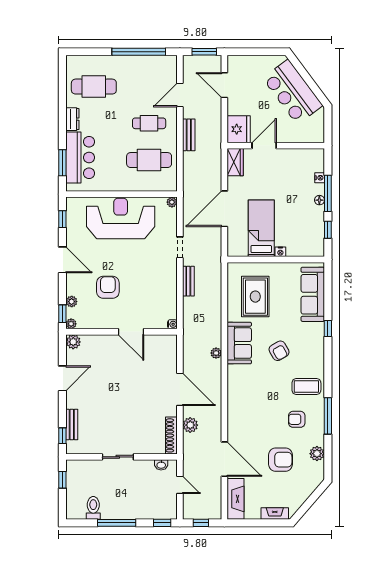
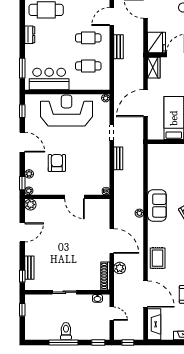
bar counter: (80, 157) -> (49, 79), moved, turned -90
cafe table: (149, 160) -> (88, 66), width x0.73, depth x0.74
rug: (255, 297) -> (158, 258), moved, width x0.73, depth x0.70
toilet: (93, 508) -> (66, 331), moved

